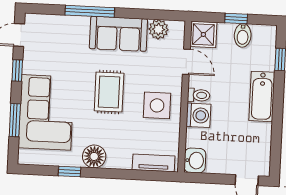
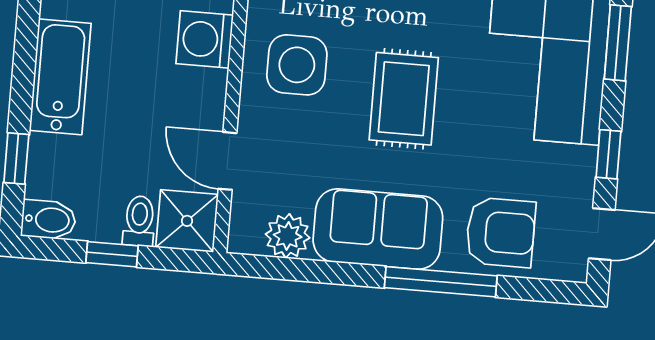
armchair: (64, 34) -> (501, 232), added
bidet: (243, 35) -> (49, 220), moved, turned 90
toilet: (199, 95) -> (139, 221), moved, turned 90

